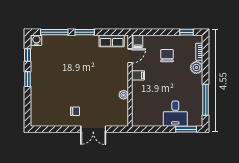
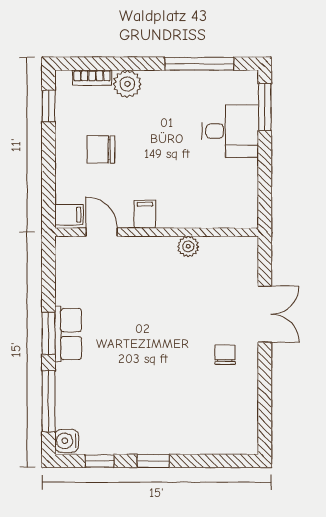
row of seats: (112, 41) -> (68, 334), moved

